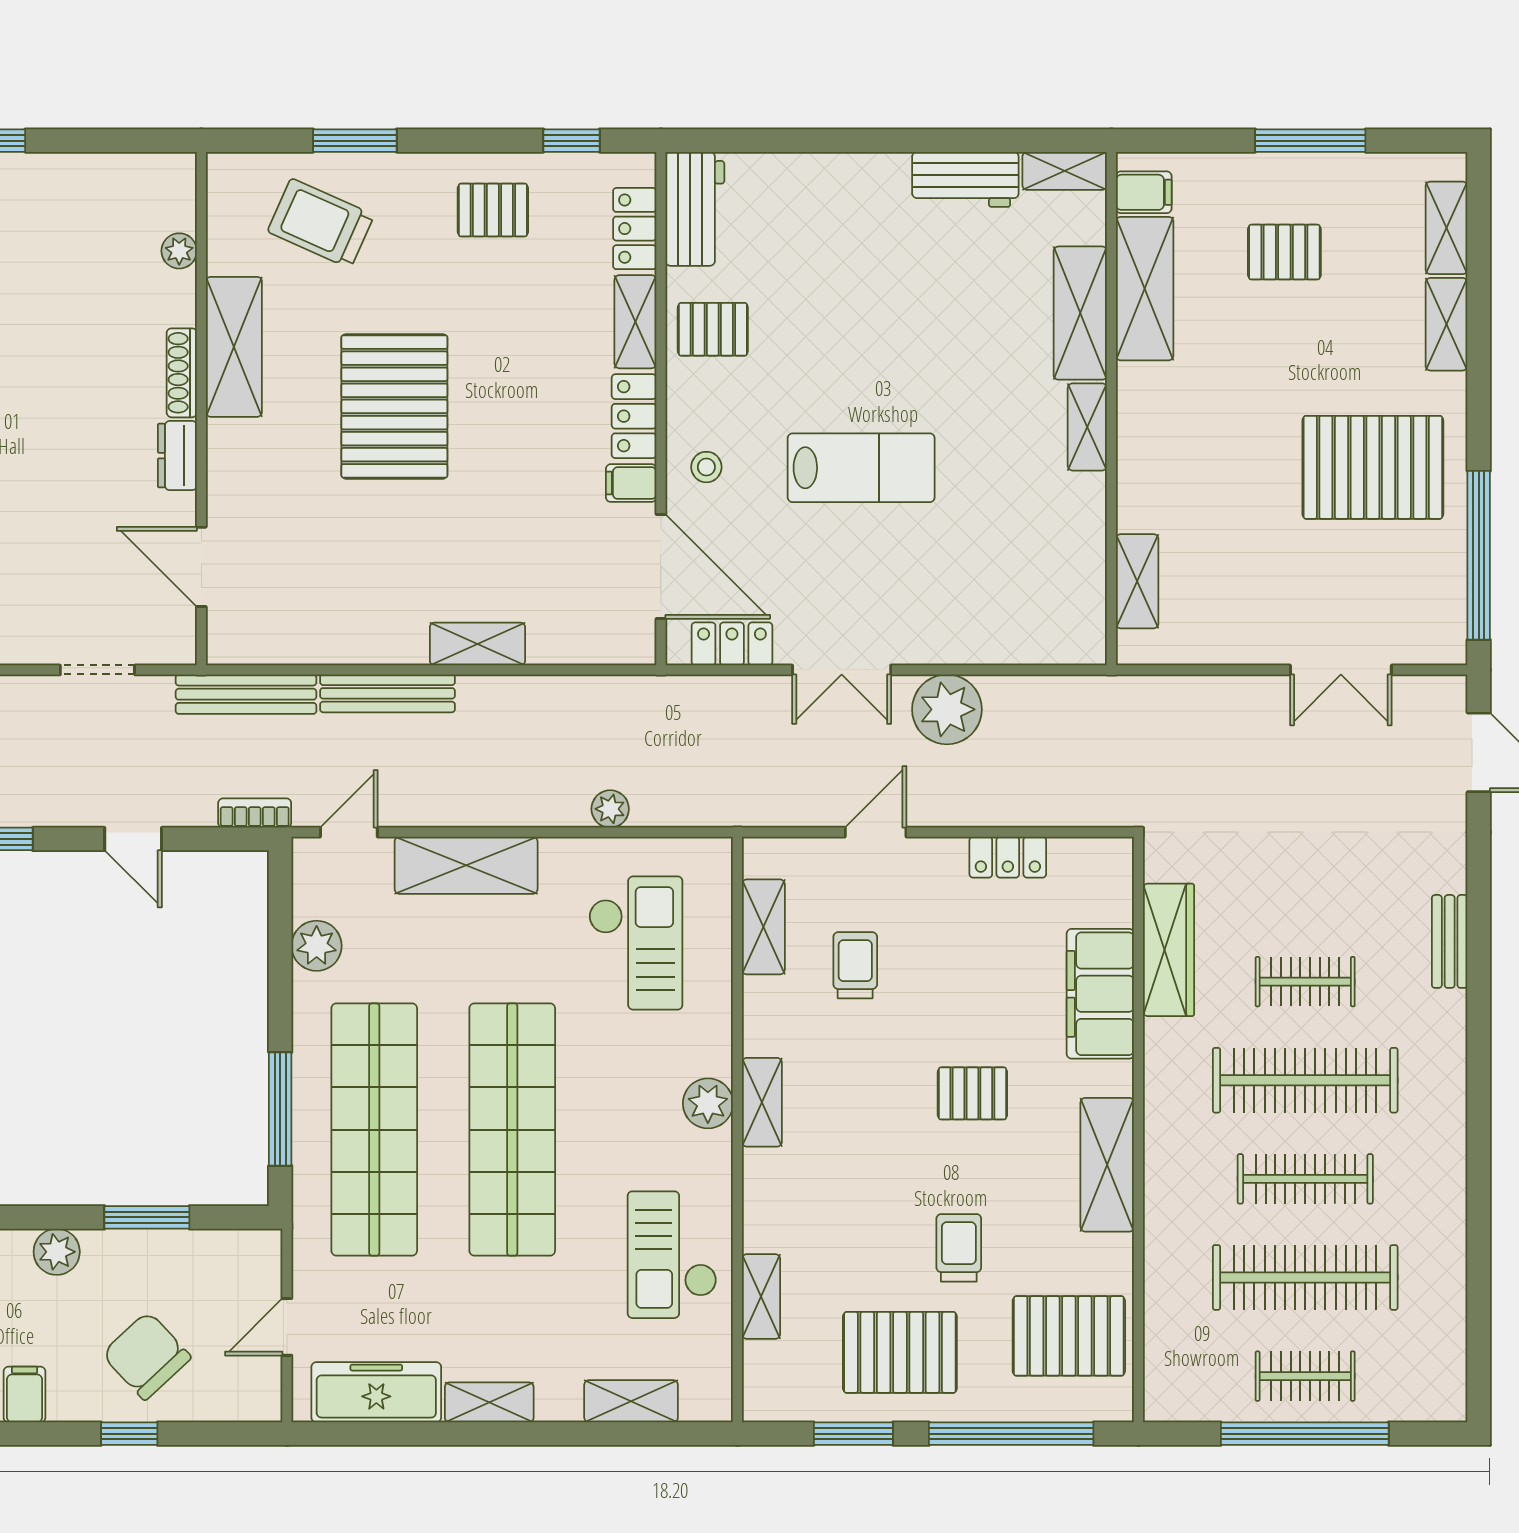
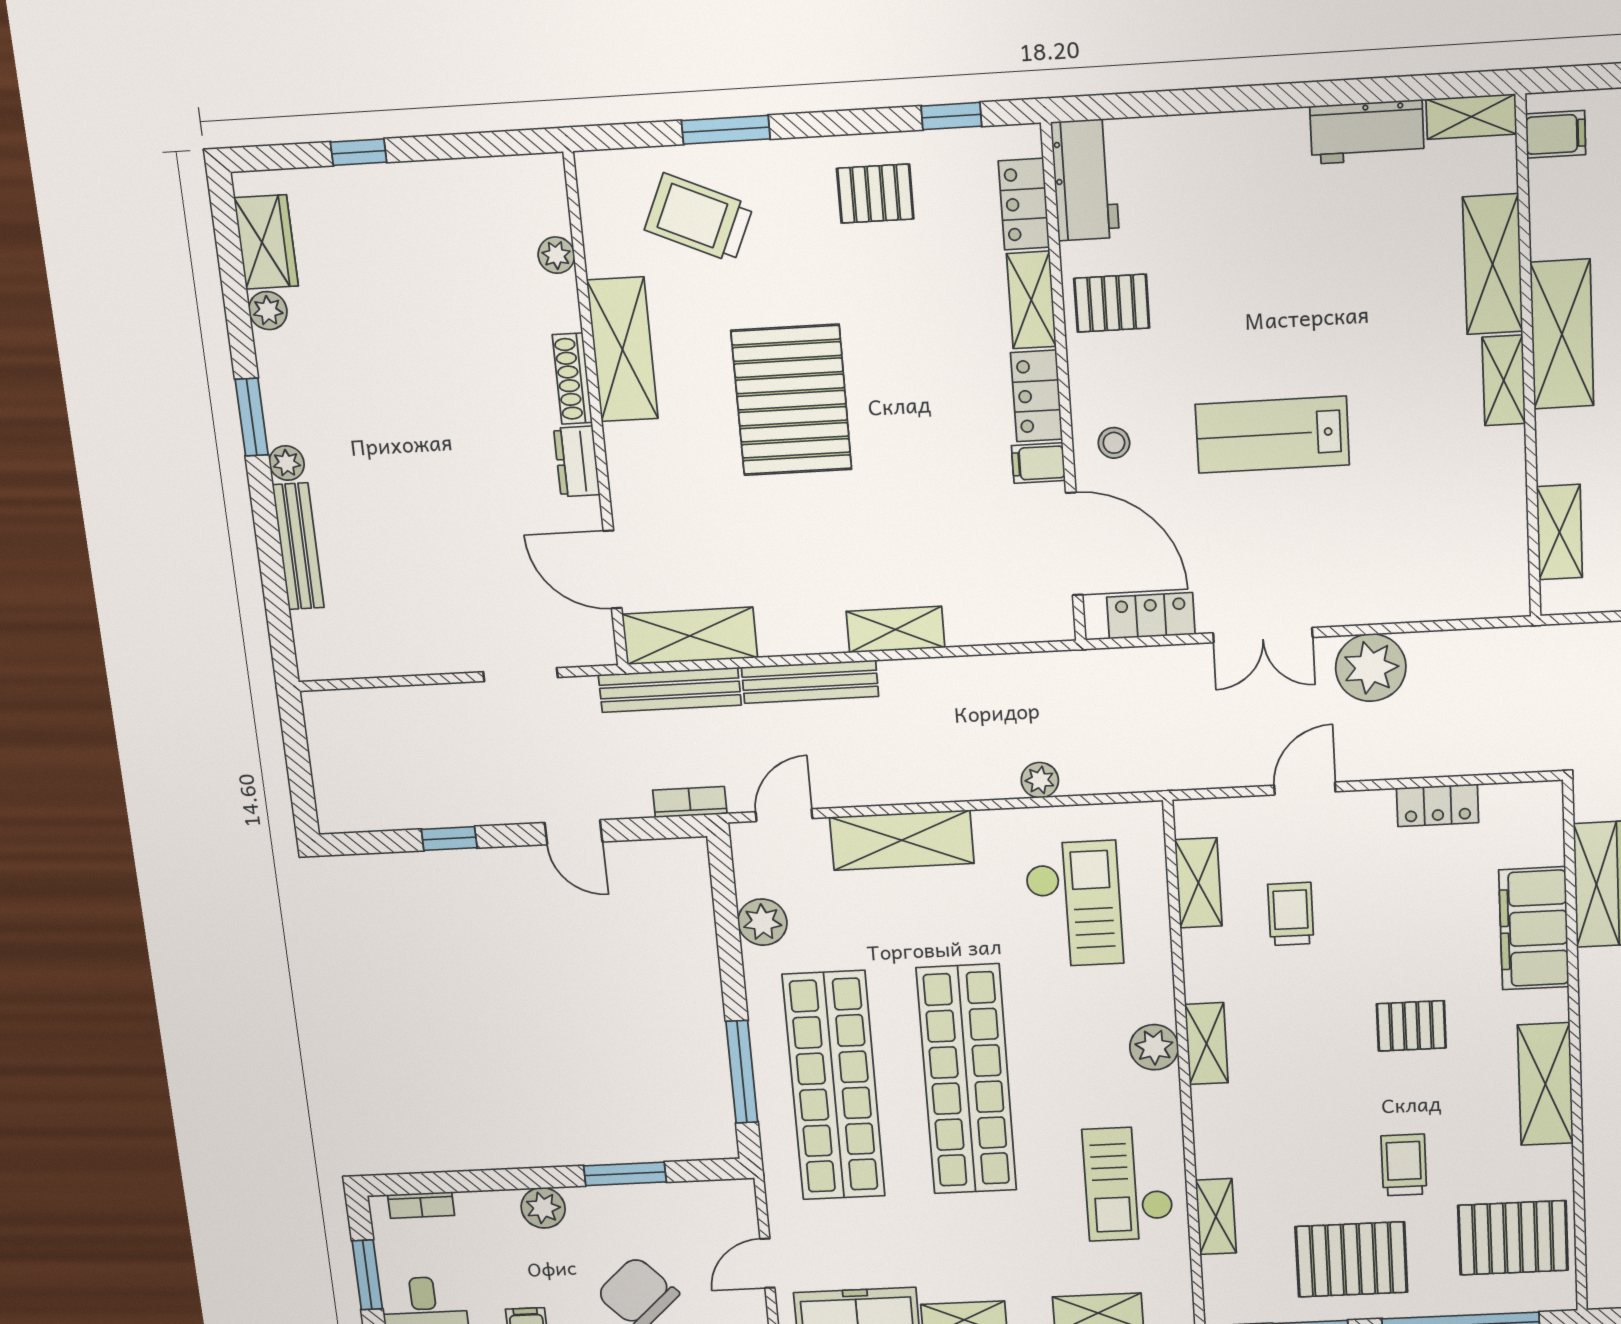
shelving: (1145, 289) -> (1562, 334), moved
lab bench: (861, 468) -> (1272, 435), turned 180
shelving: (272, 639) -> (690, 636), added

